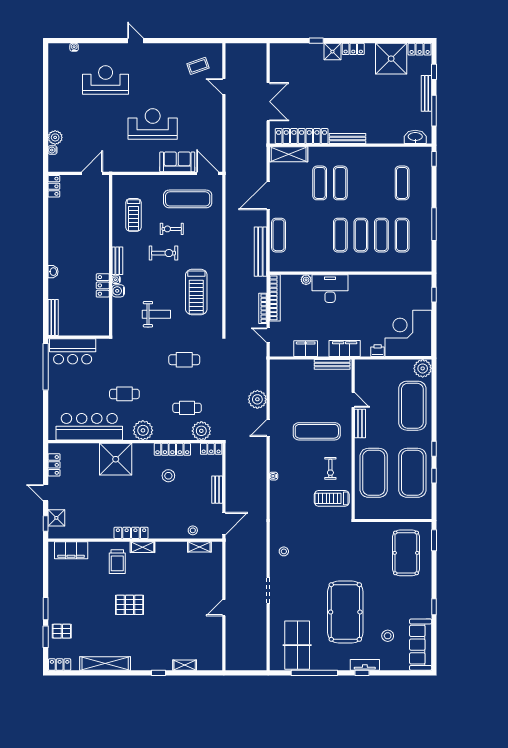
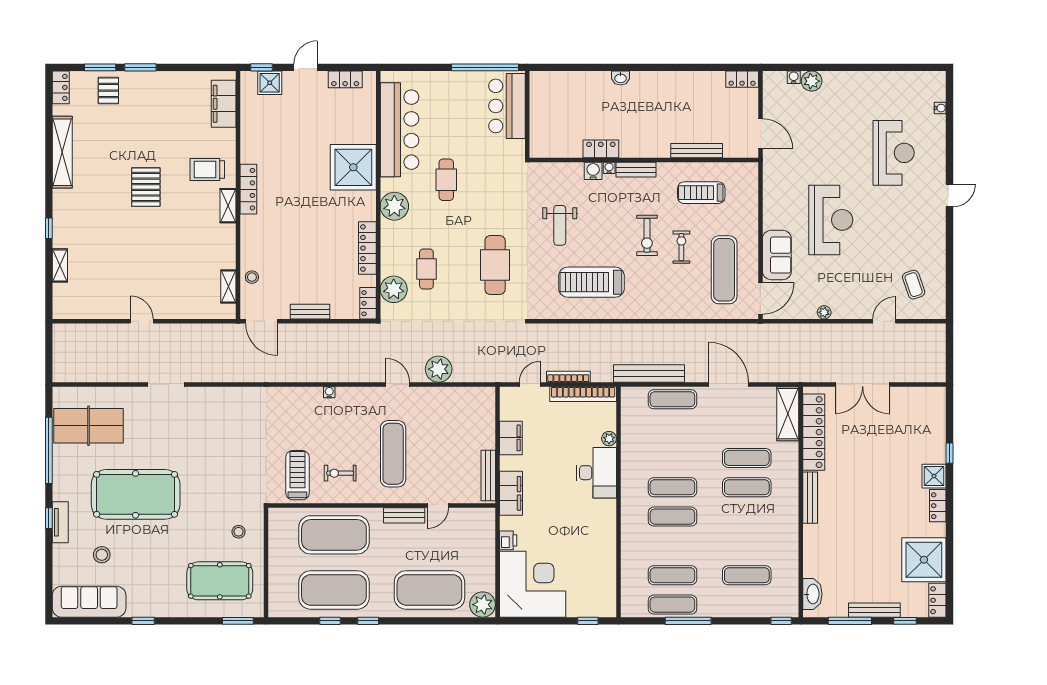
plant: (218, 129) -> (824, 312), added
exercise mat: (381, 235) -> (672, 605), moved
bench: (53, 318) -> (697, 151), moved
cafe table: (184, 360) -> (495, 265), width x1.37, depth x1.35
stool: (168, 476) -> (330, 242), removed
stool: (284, 551) -> (239, 532), moved

